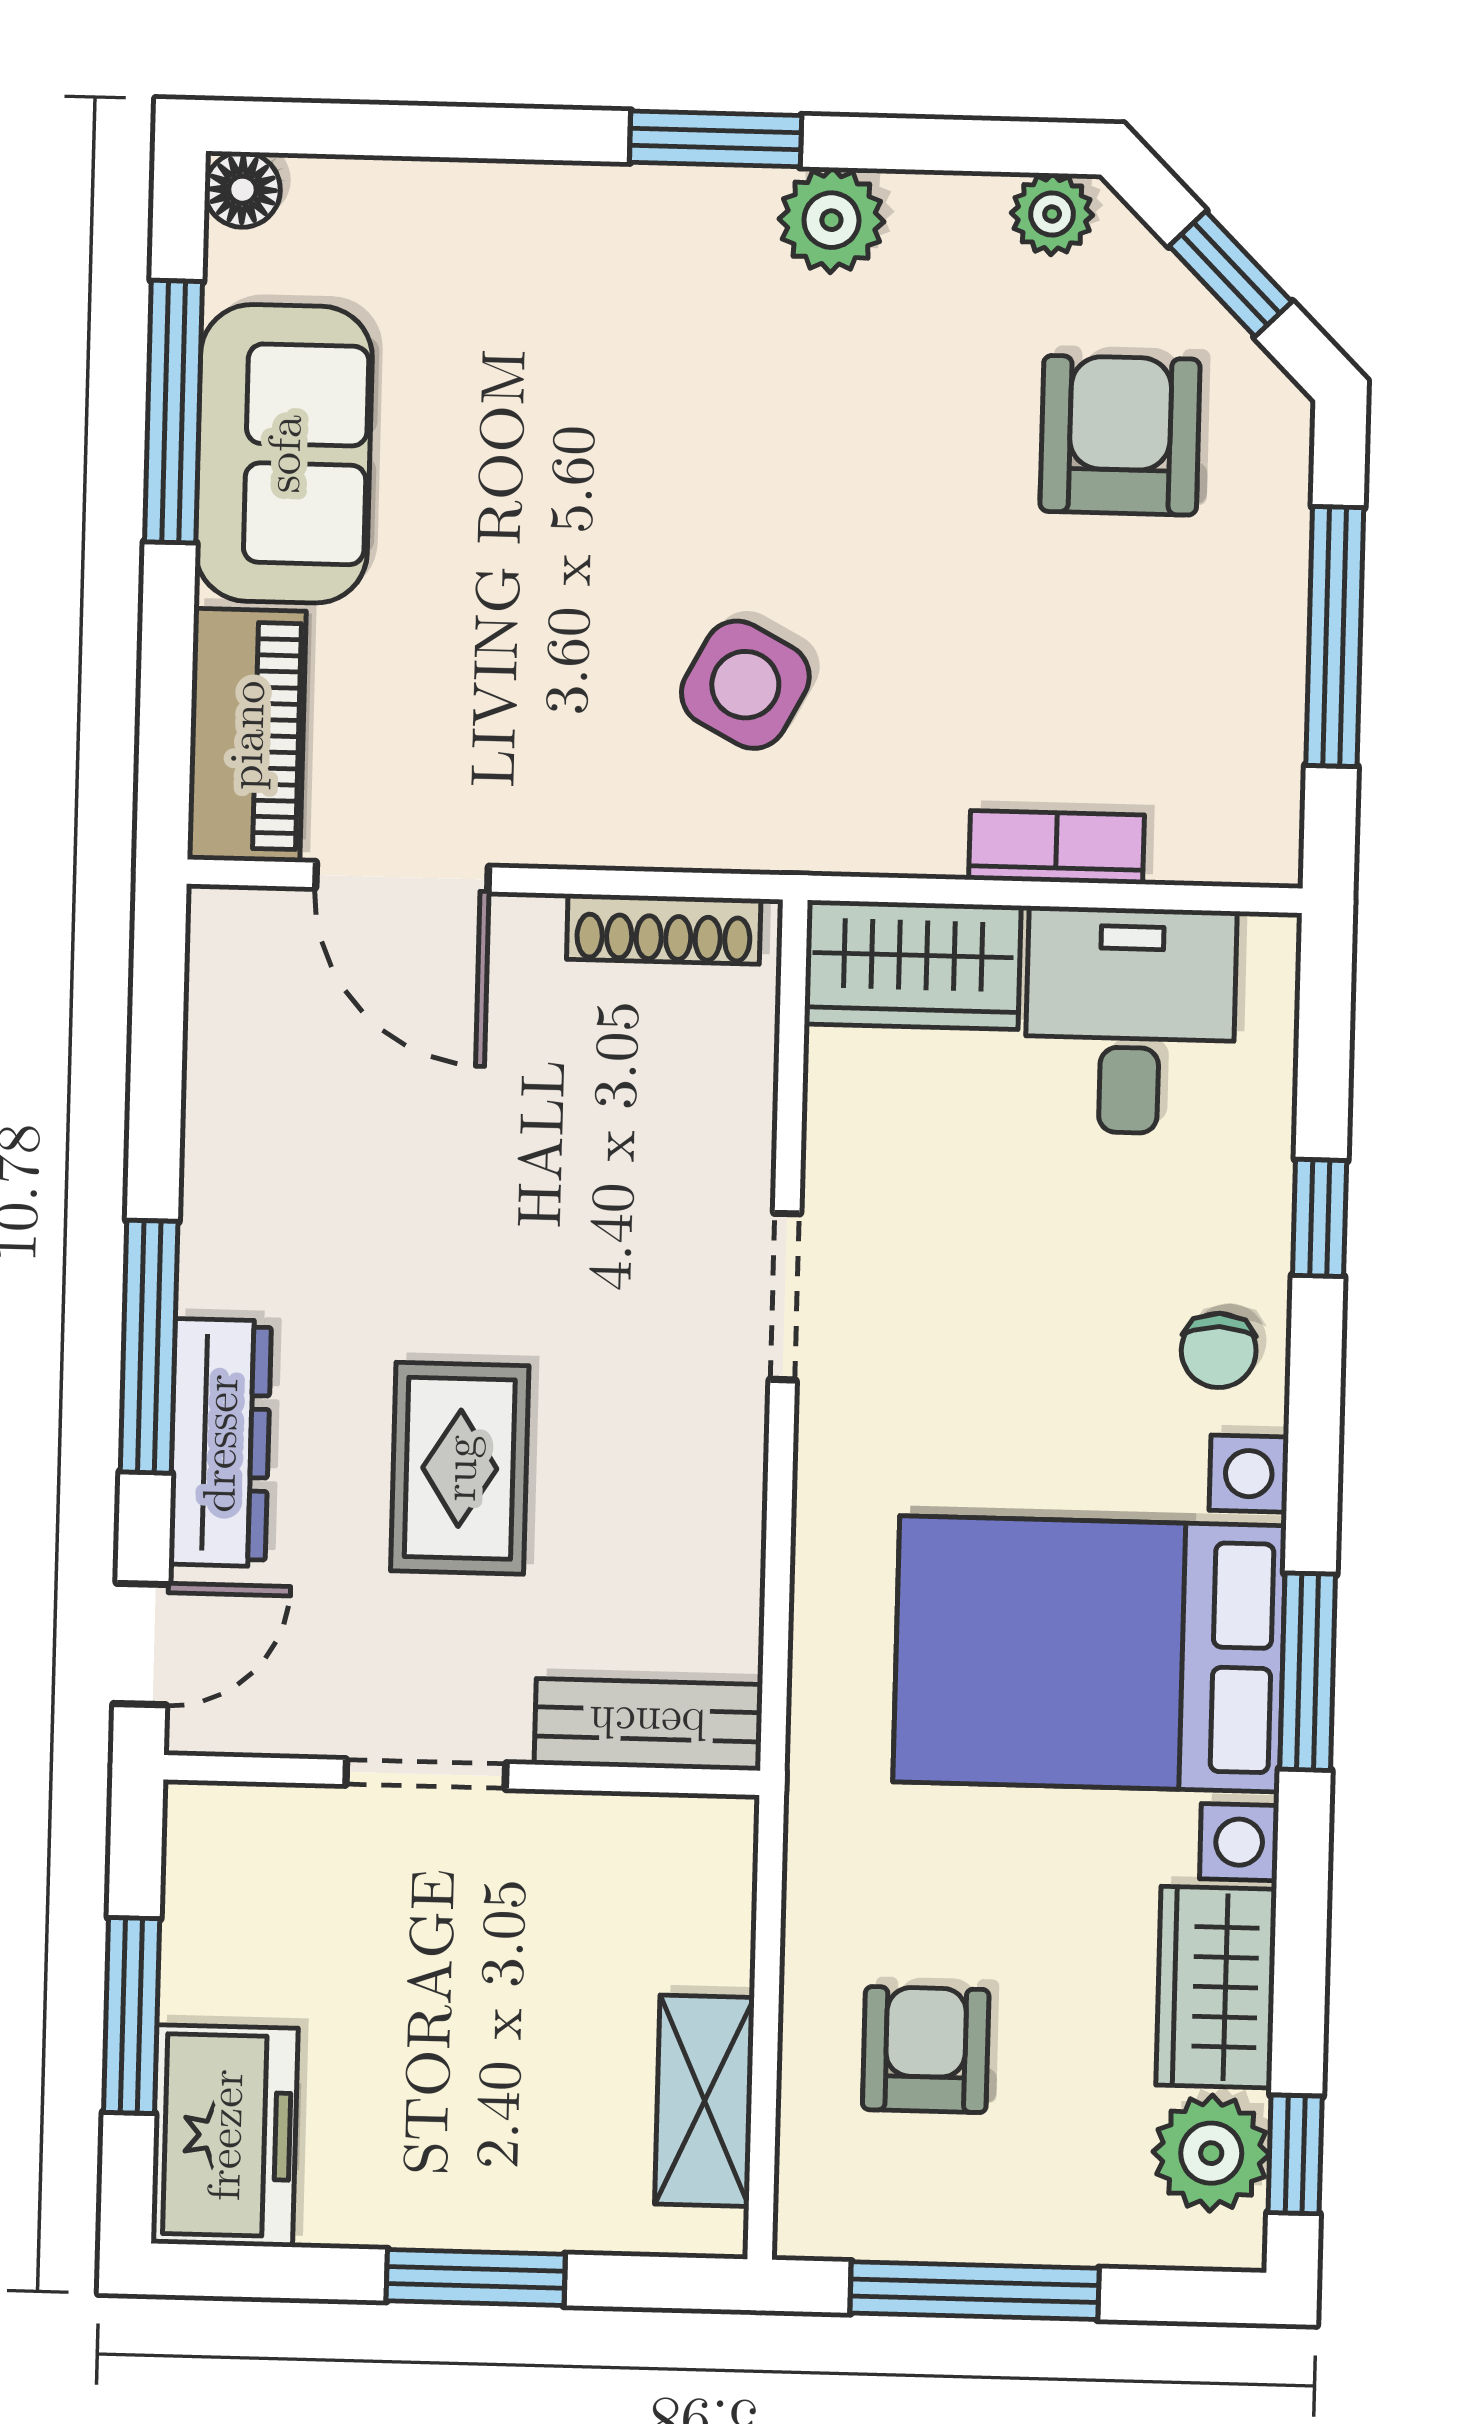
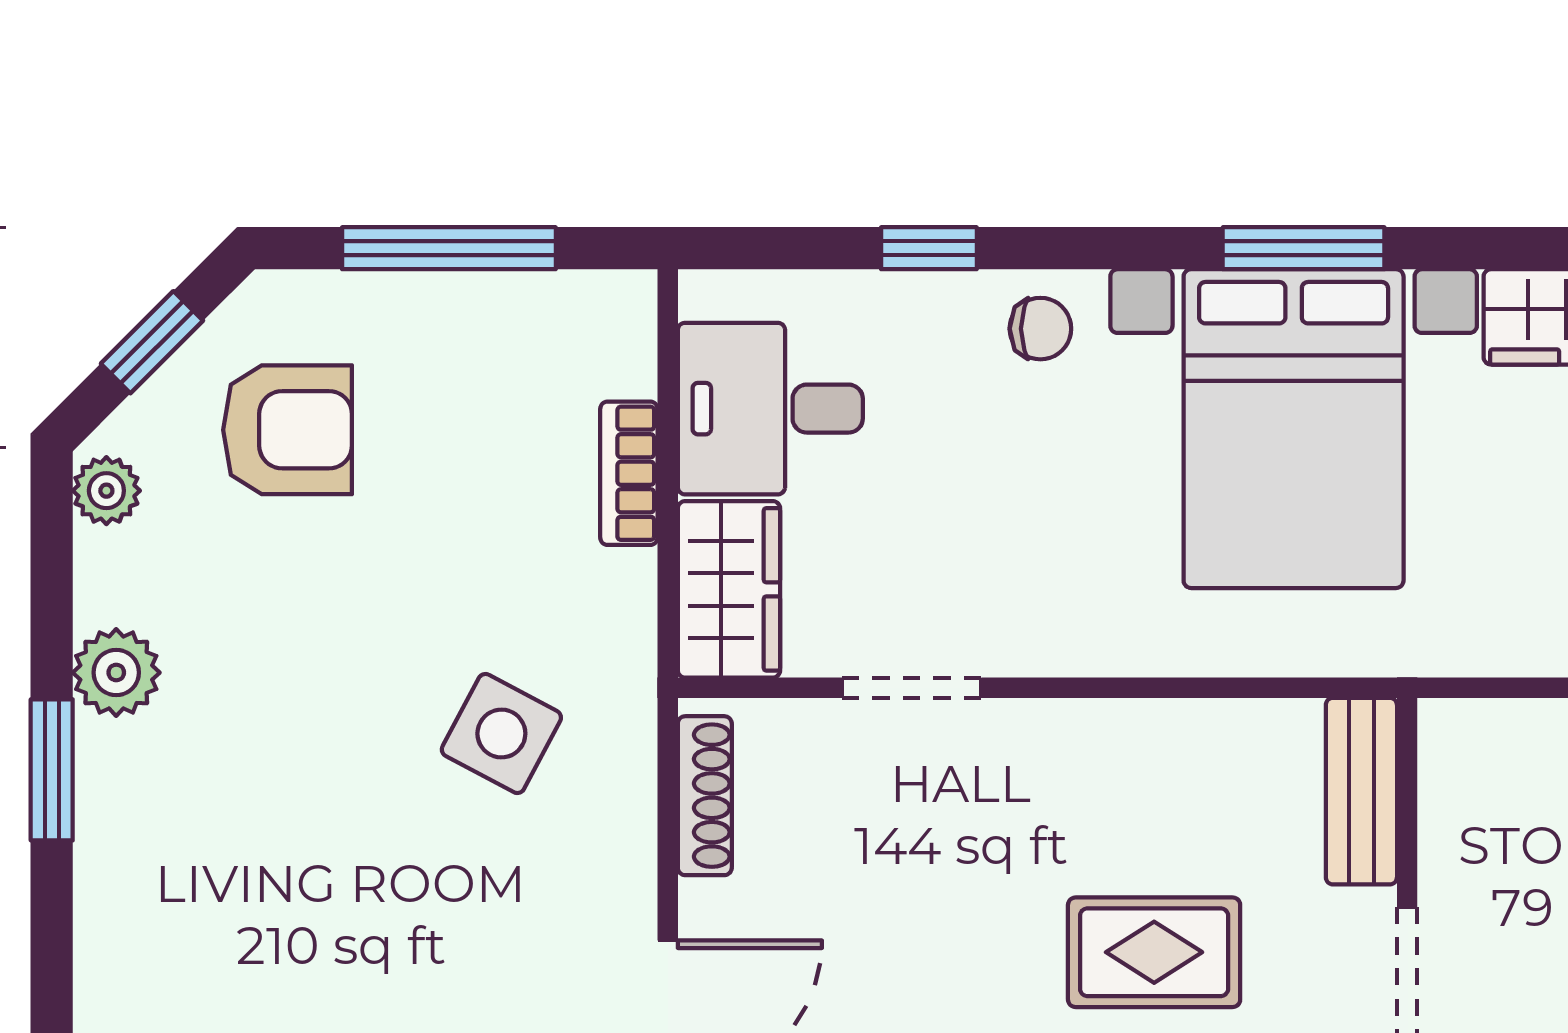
armchair: (1120, 435) -> (288, 430), turned 180
doorway: (785, 1297) -> (912, 688), moved

